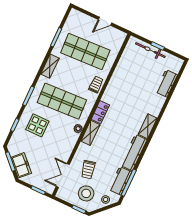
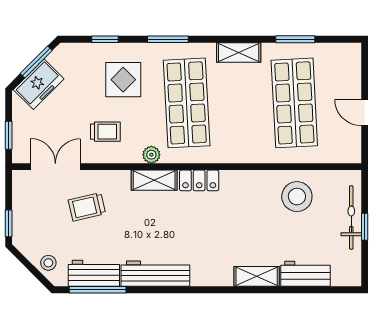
trolley: (96, 85) -> (105, 132), moved
shelving: (148, 126) -> (257, 276), moved
stool: (86, 193) -> (297, 197), moved

